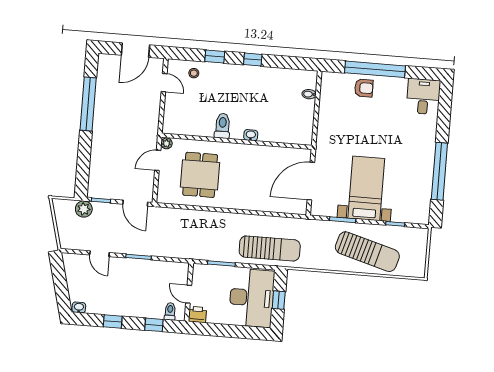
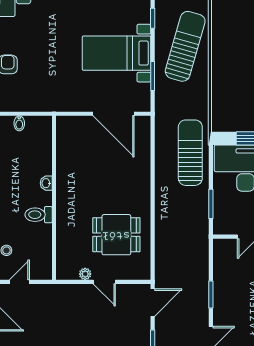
toilet: (222, 126) -> (39, 215), moved
washbasin: (251, 135) -> (46, 183), moved
wall: (237, 141) -> (54, 198), moved

